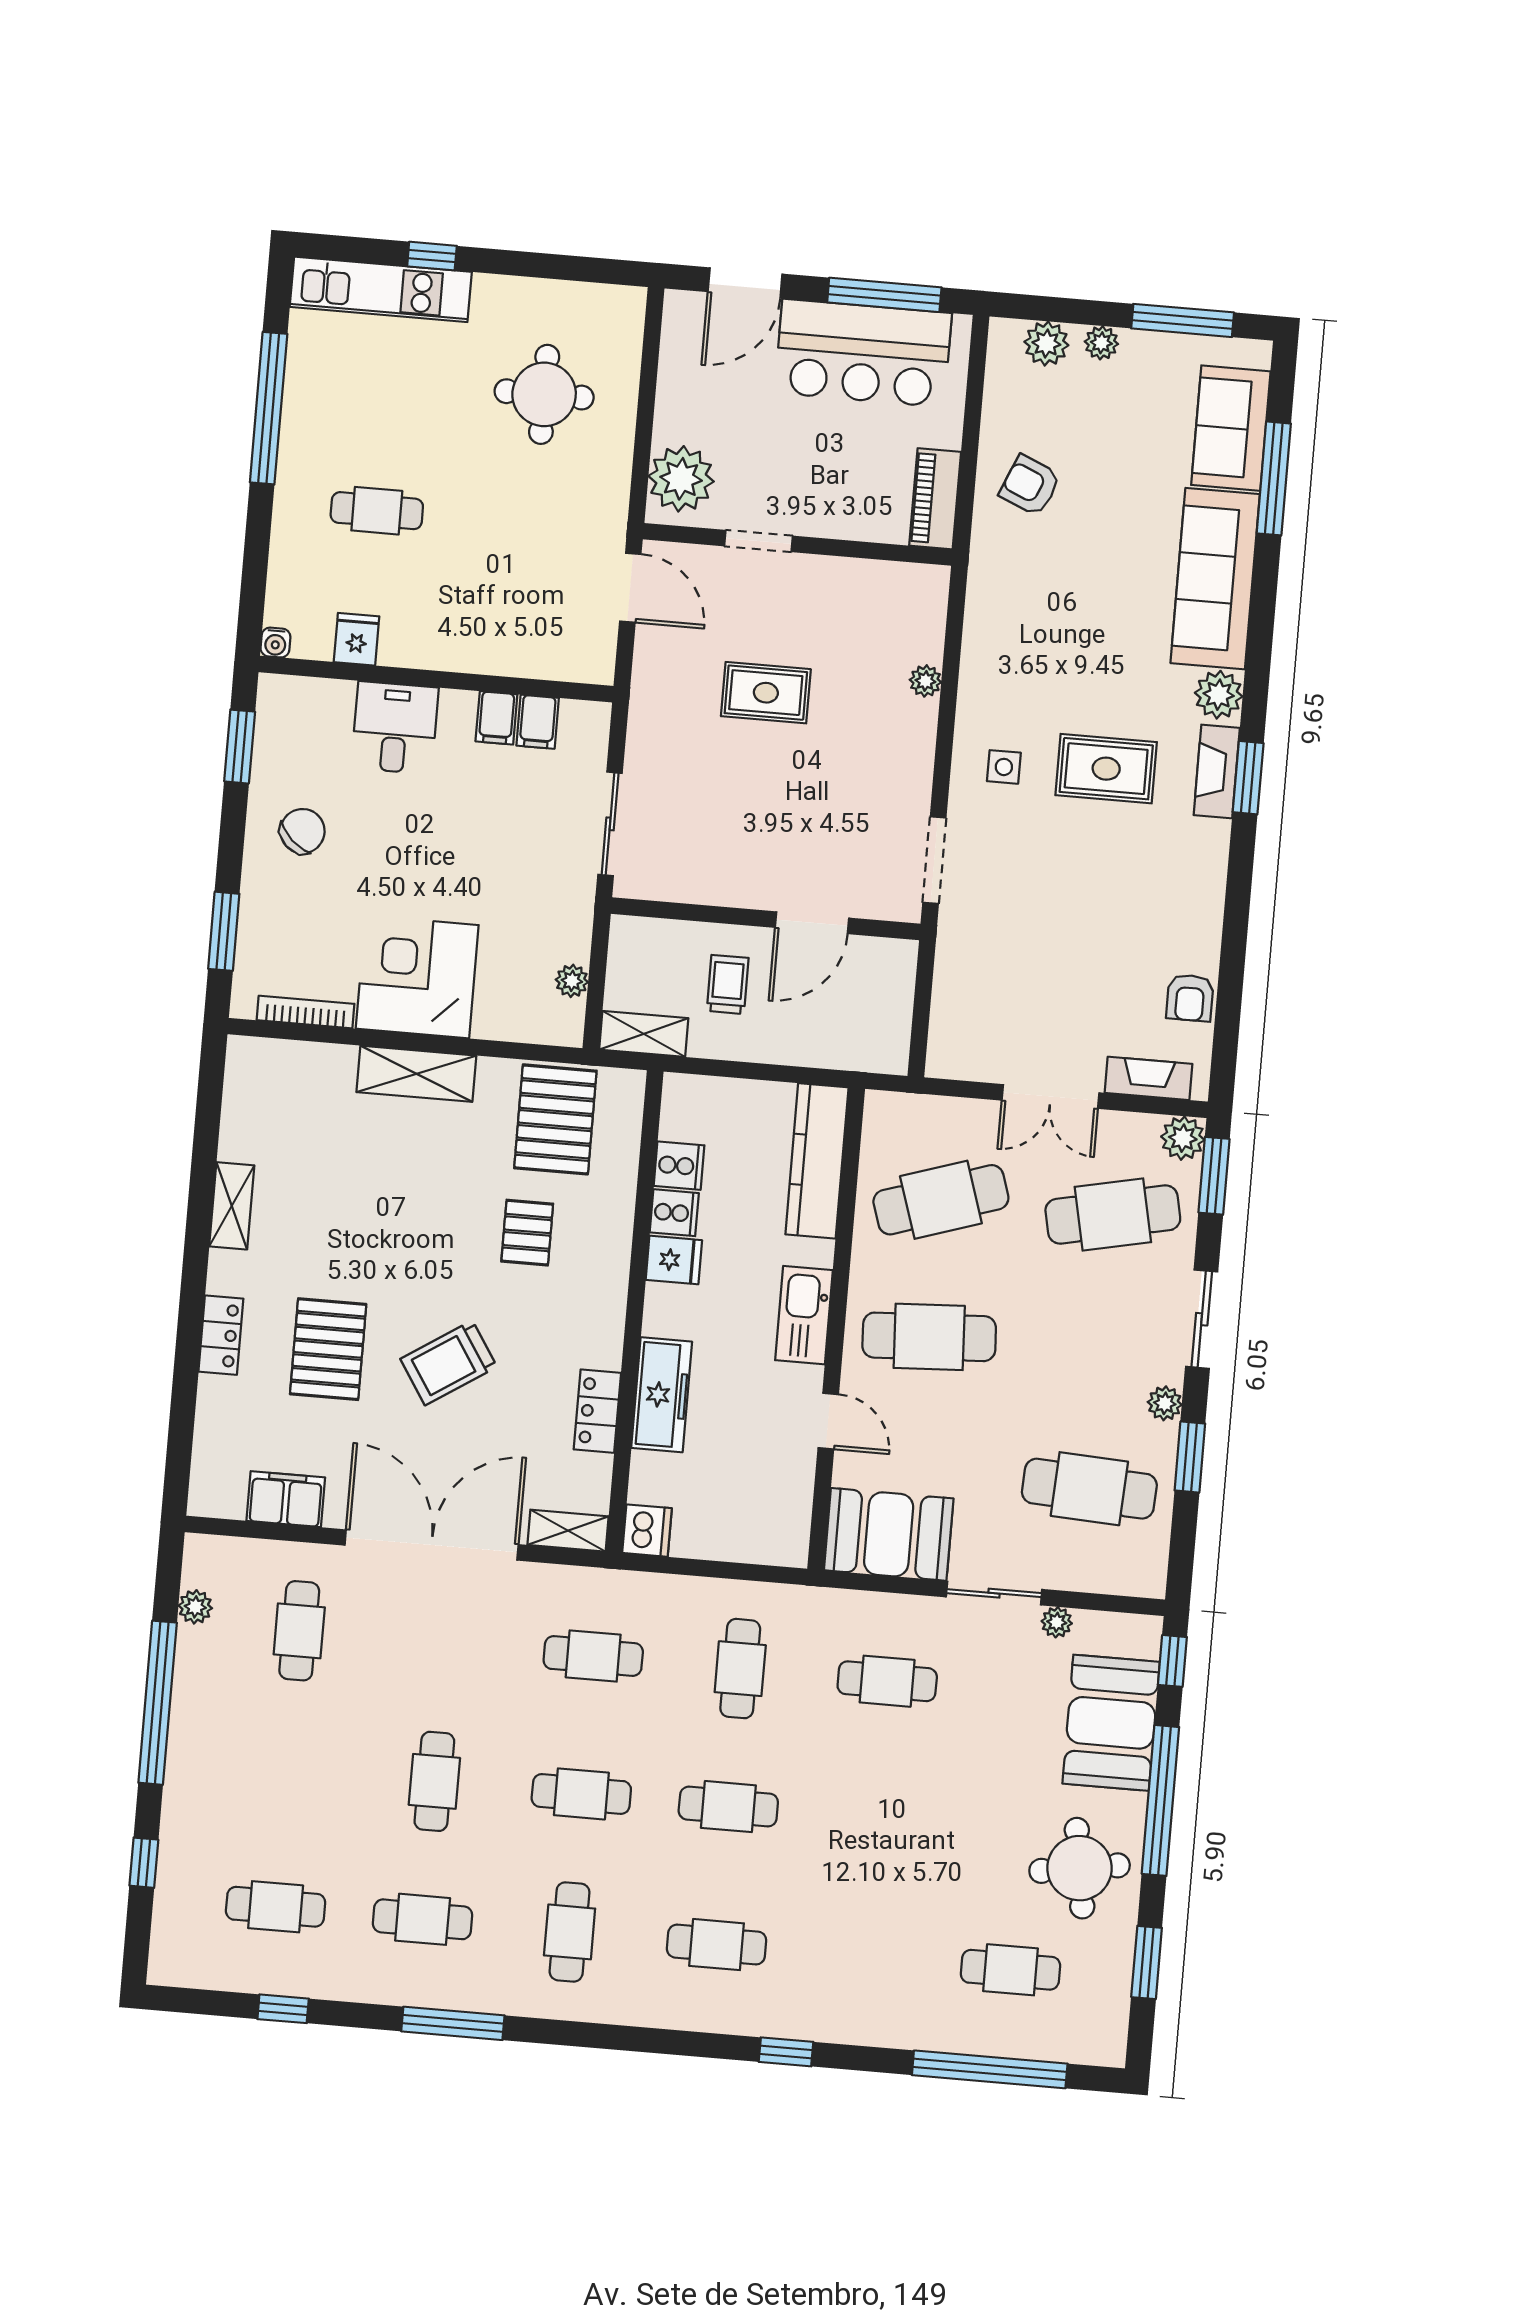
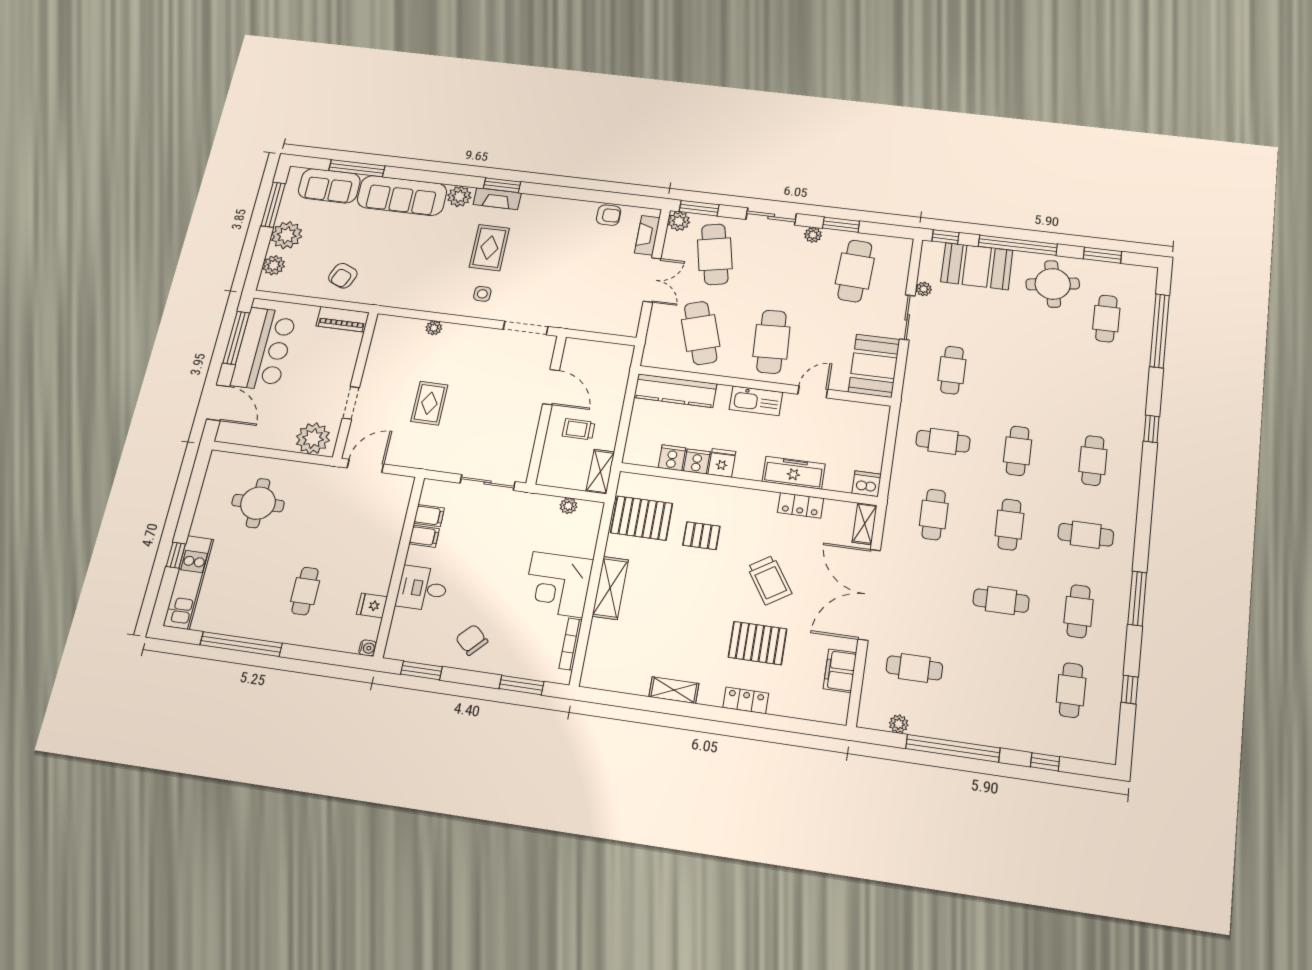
plant: (1101, 343) -> (287, 235), width x1.87, depth x1.87

